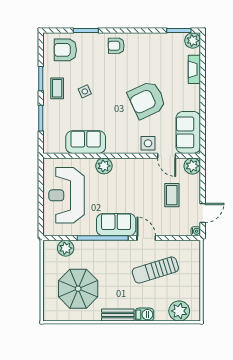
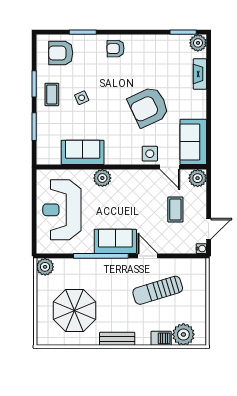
plant: (66, 248) -> (45, 267), moved
barbecue: (144, 315) -> (161, 338), moved

